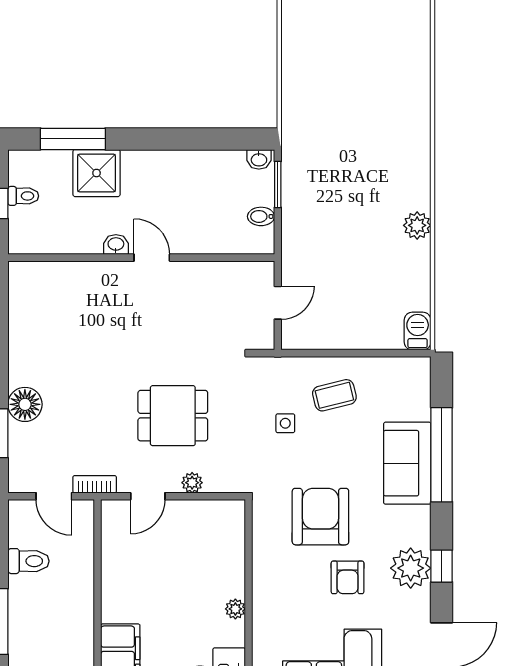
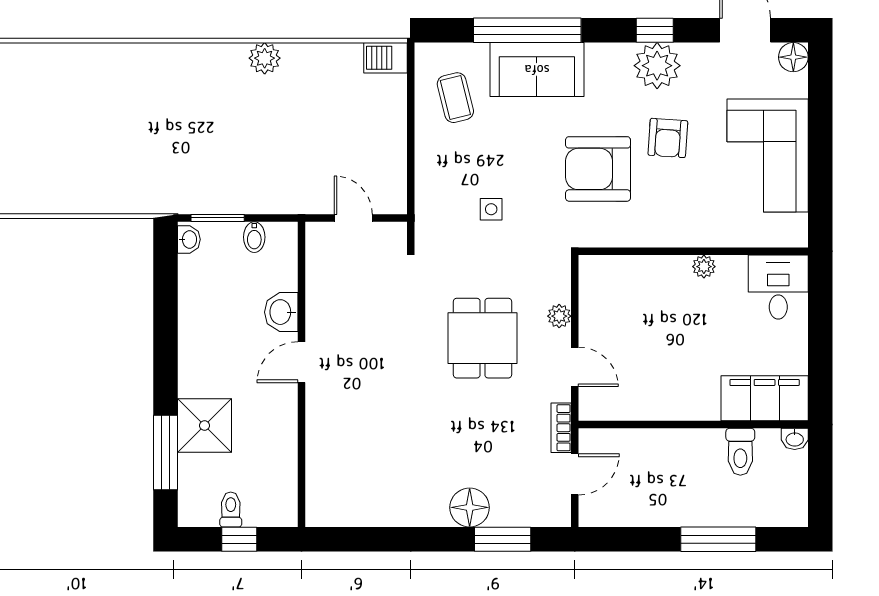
washbasin: (116, 244) -> (281, 312), moved, width x1.38, depth x1.45
coffee table: (334, 395) -> (455, 98), moved
toilet: (28, 561) -> (740, 452), moved, turned 180
armchair: (348, 577) -> (668, 138), turned 94

